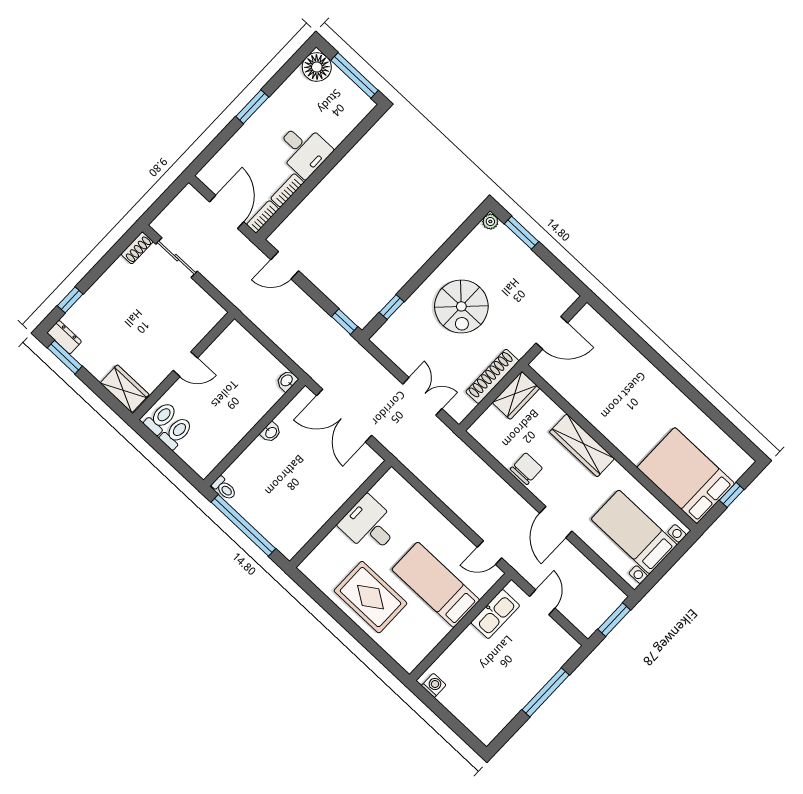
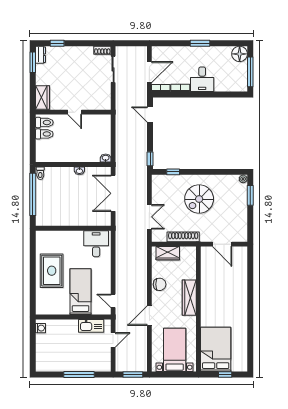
wardrobe: (516, 395) -> (168, 253), moved
desk: (369, 525) -> (96, 244), moved

